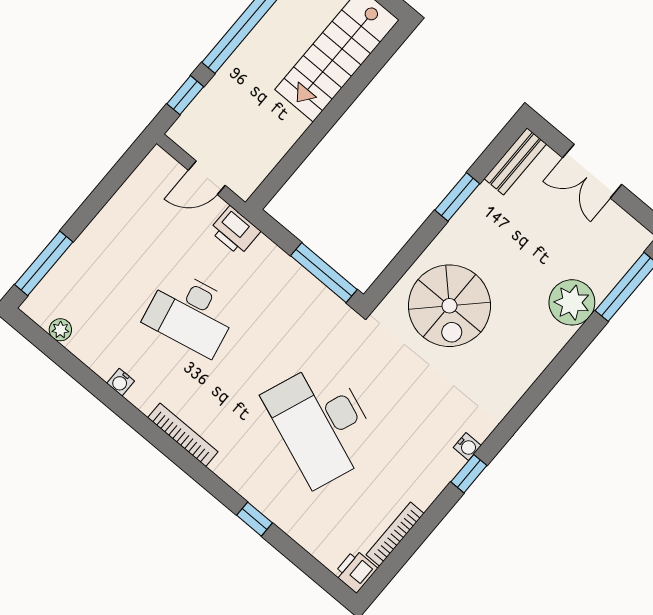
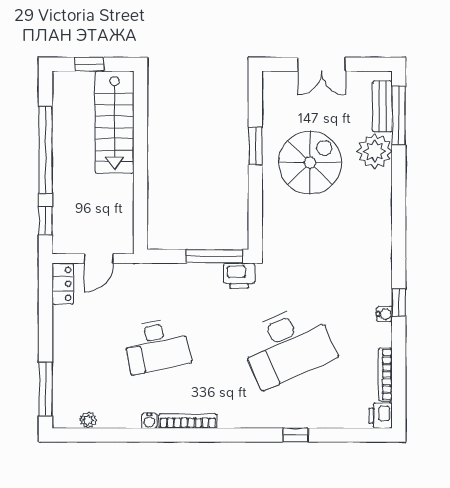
bench: (515, 161) -> (382, 106), moved
locker: (149, 173) -> (63, 284), added
printer: (235, 231) -> (239, 276), moved
spiral stairs: (449, 306) -> (310, 163), moved, turned -90
desk: (322, 423) -> (288, 346), turned -45
bookcase: (183, 435) -> (188, 421), moved
water cooler: (467, 447) -> (384, 314), moved

